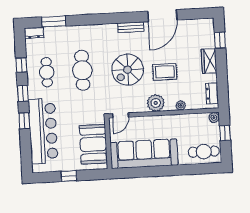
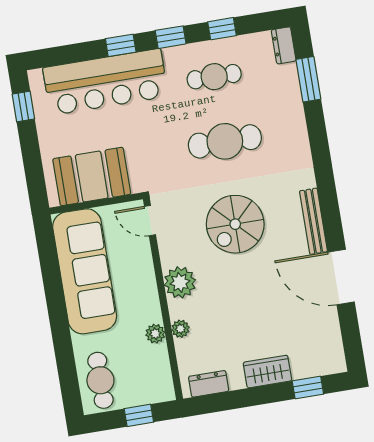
bench: (131, 27) -> (313, 221), width x1.36
spiral stairs: (128, 70) -> (235, 224), turned -90
rug: (165, 72) -> (239, 293), removed
plant: (214, 118) -> (155, 334), moved
window: (69, 176) -> (23, 106), moved

